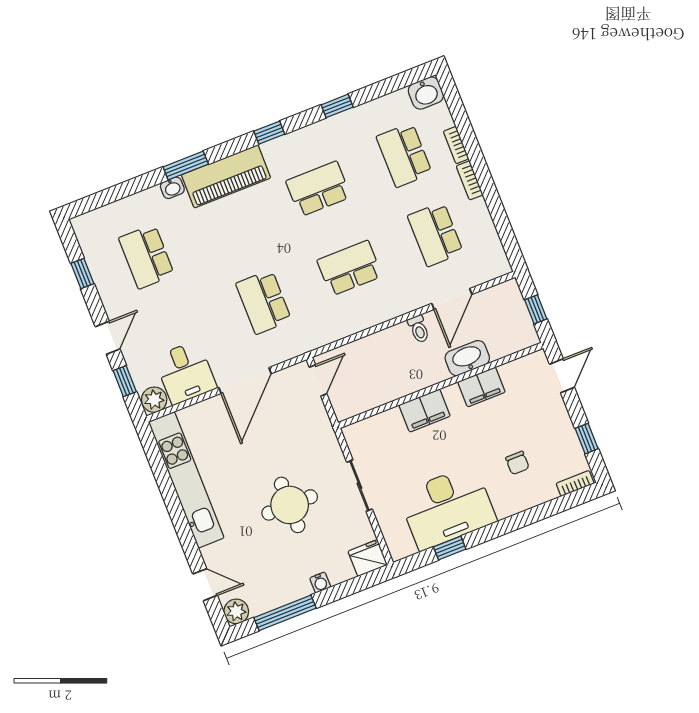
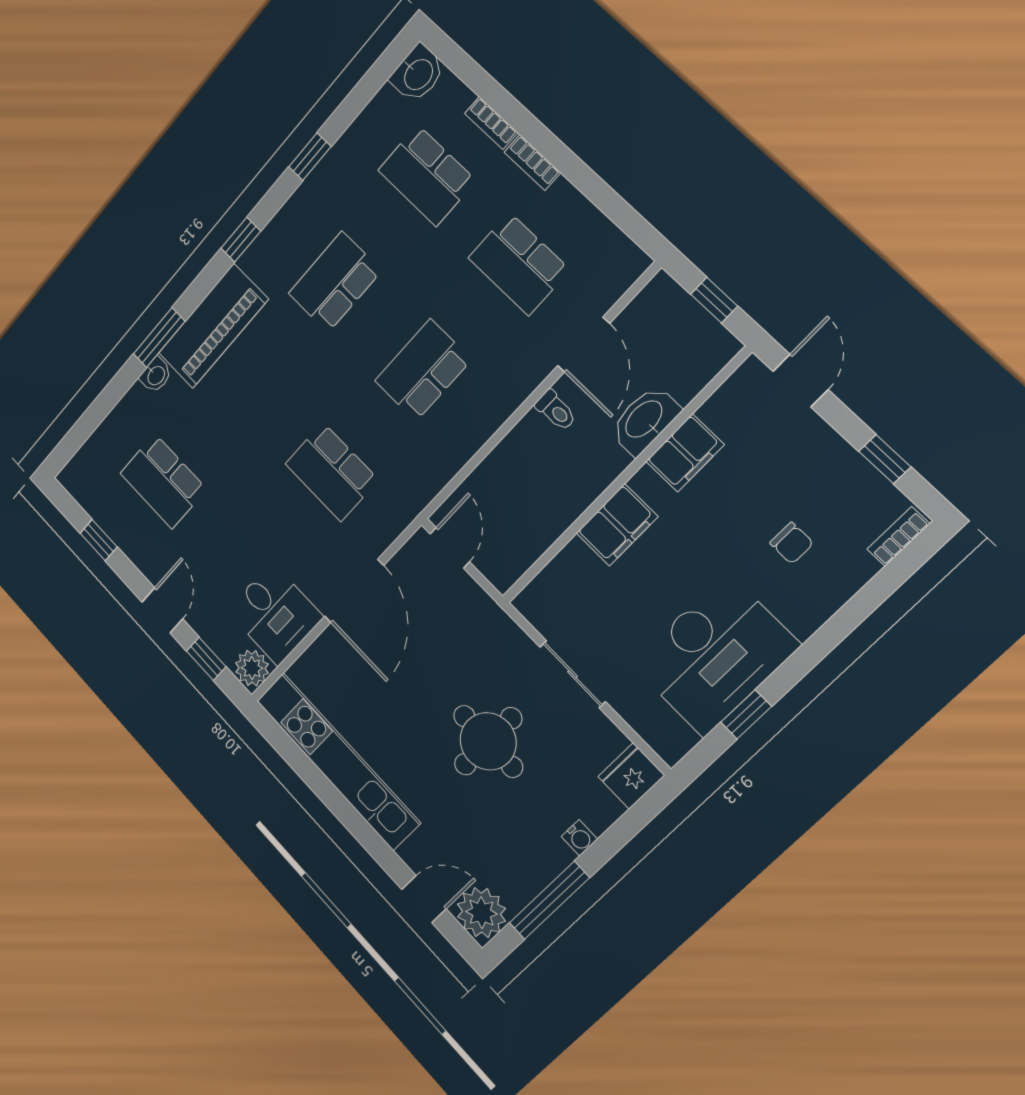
plant: (236, 611) -> (481, 913), width x1.36, depth x1.36

